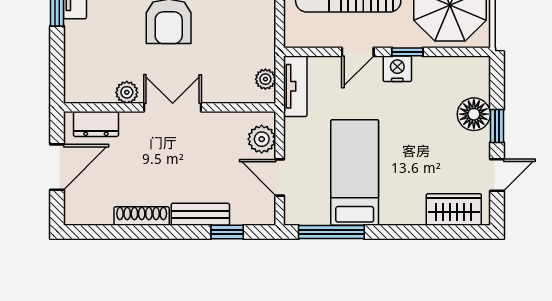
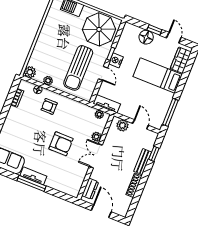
plant: (127, 92) -> (96, 137), moved
bed: (355, 172) -> (158, 76), moved
door: (280, 177) -> (141, 124), swing flipped

